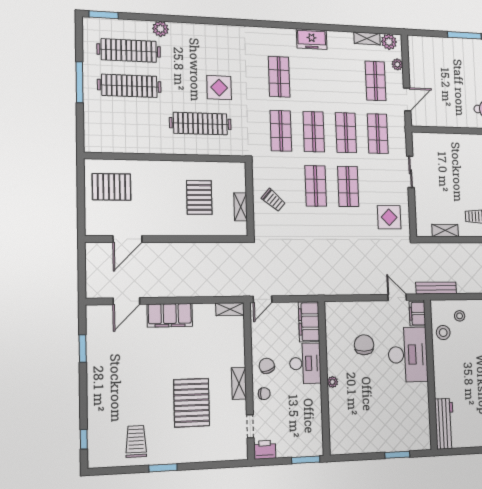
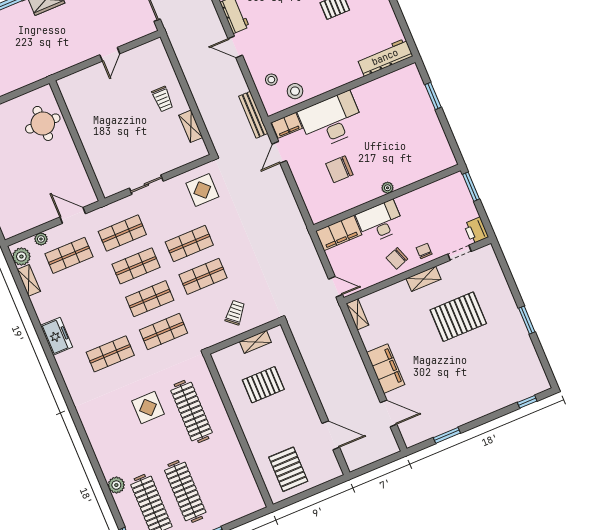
trolley: (136, 441) -> (512, 354), removed

